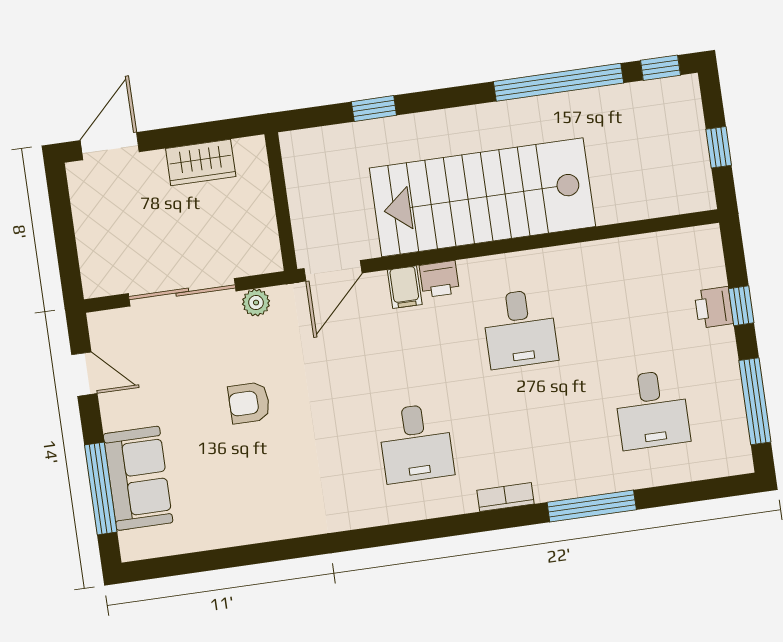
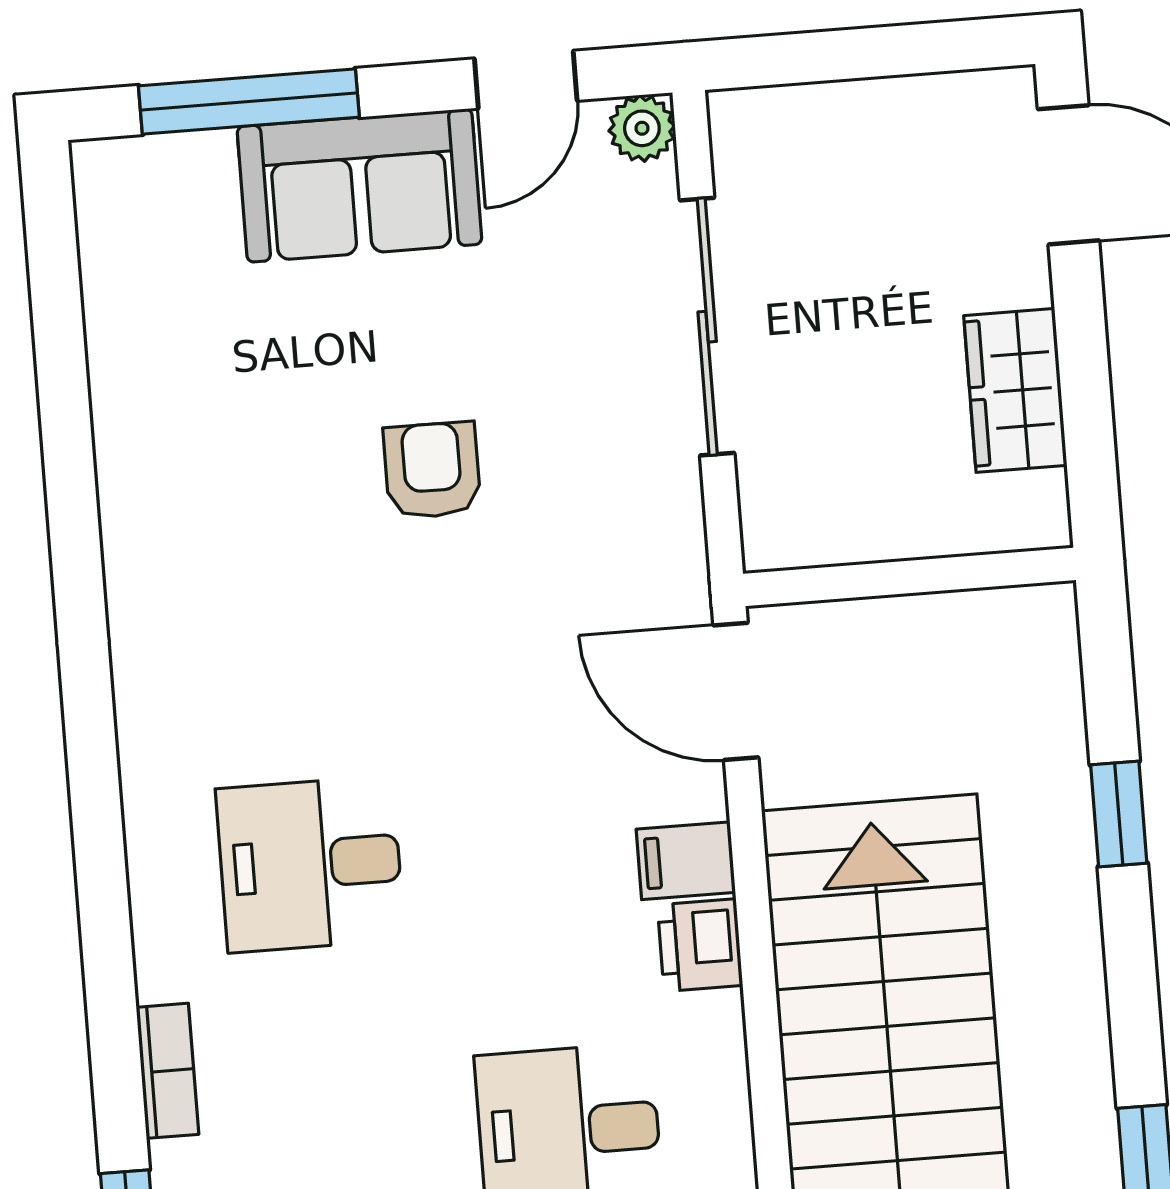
plant: (256, 303) -> (642, 128), moved
sofa: (138, 478) -> (359, 185), moved

